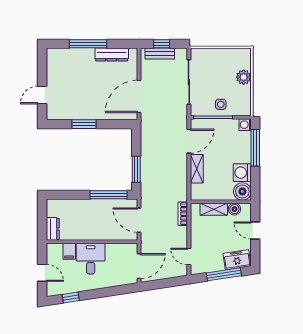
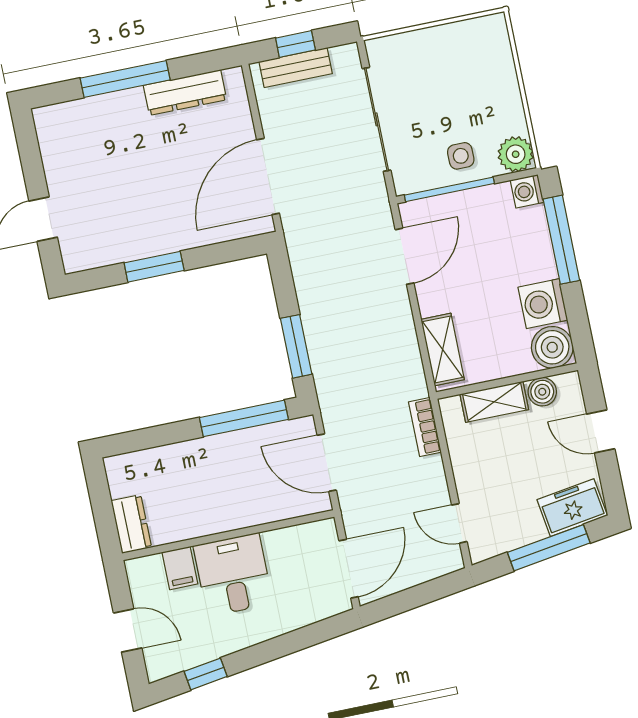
plant: (244, 77) -> (516, 154), moved
shelving: (197, 169) -> (443, 349), moved

